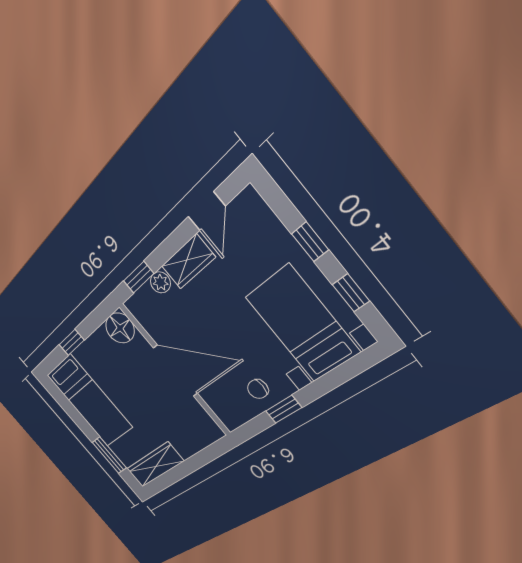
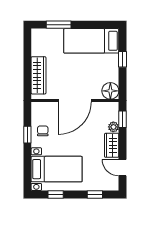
window: (310, 242) -> (95, 194), moved
wardrobe: (155, 465) -> (39, 75), moved

